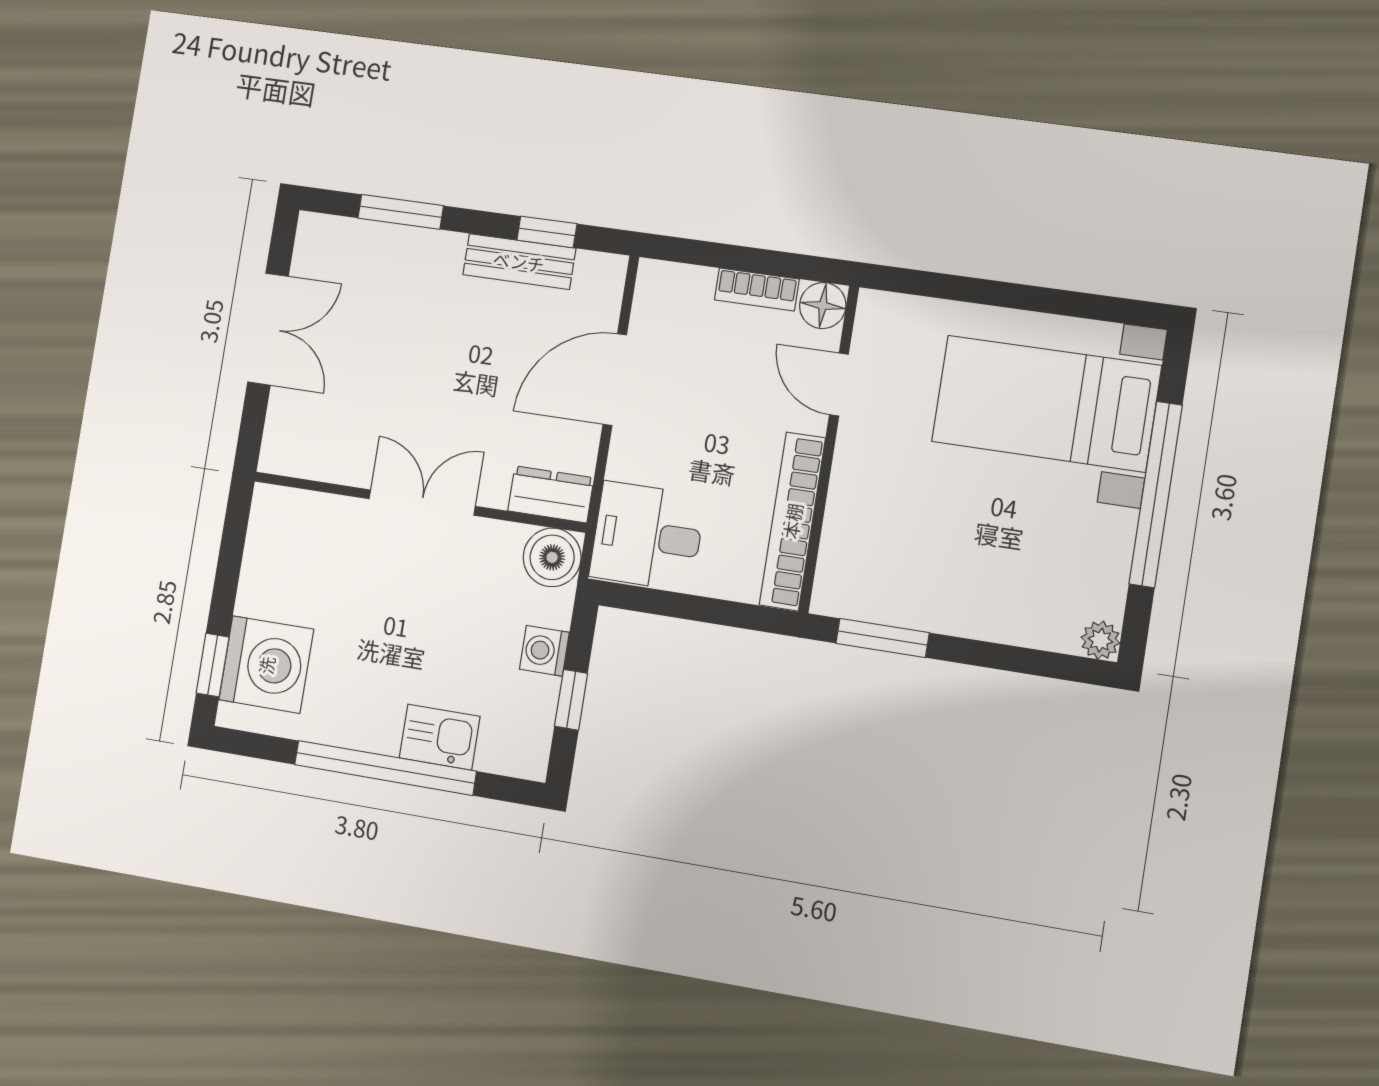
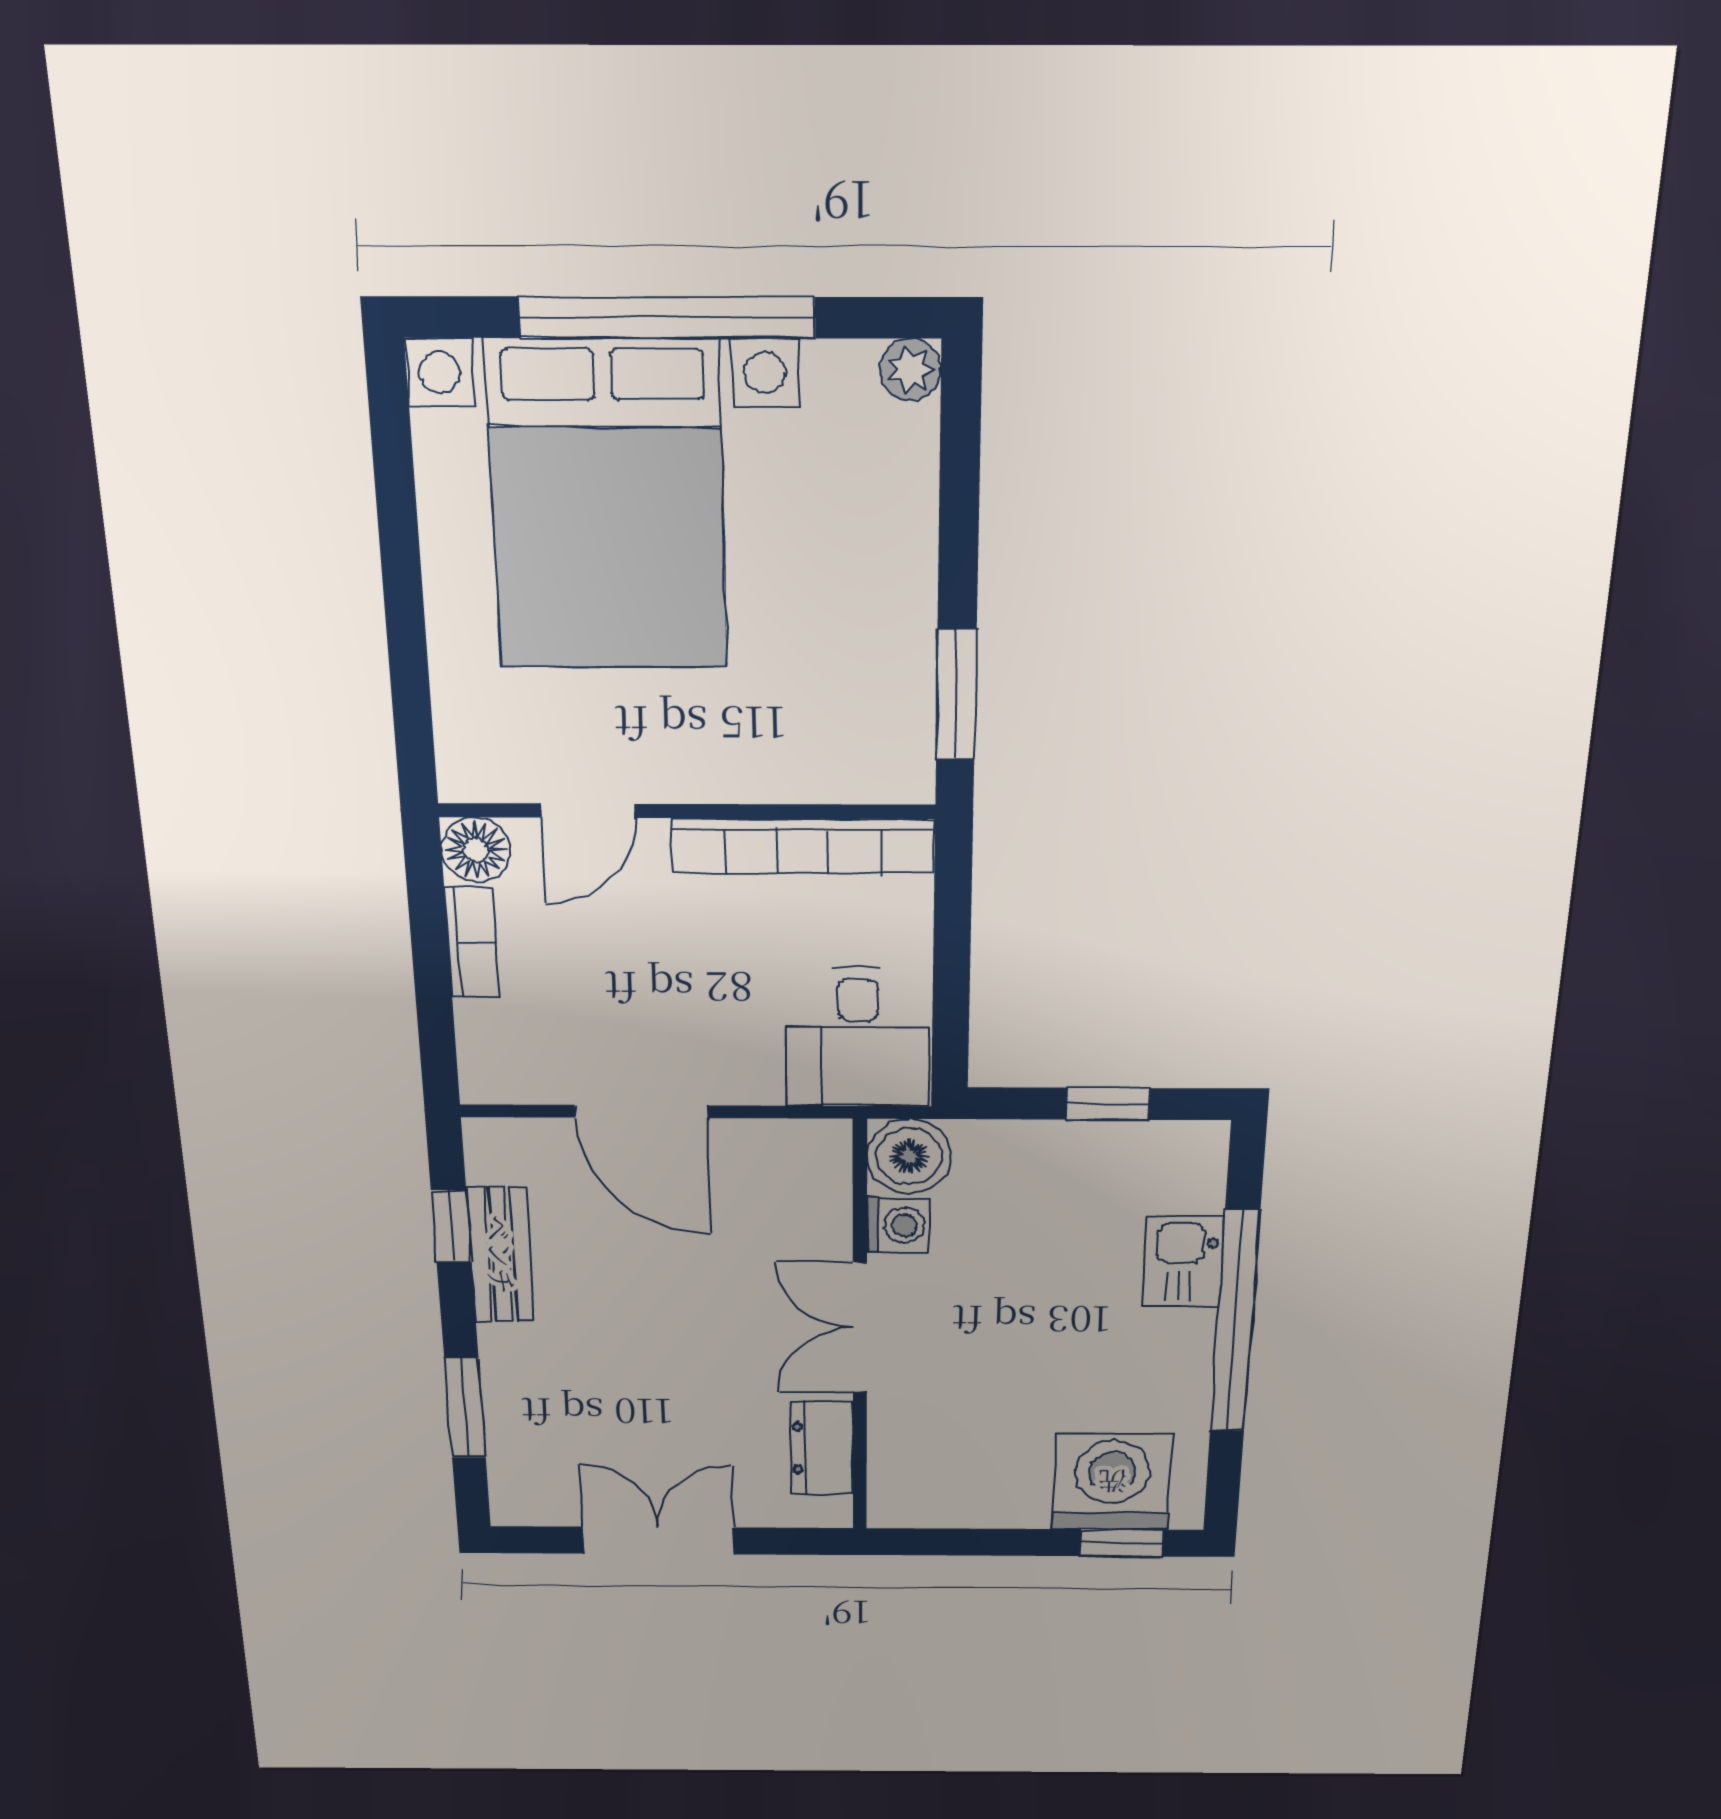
bed with nightstands: (1046, 404) -> (608, 507), width x1.36
dresser: (551, 494) -> (822, 1448), moved
washing machine: (544, 651) -> (898, 1225), moved, turned -90

